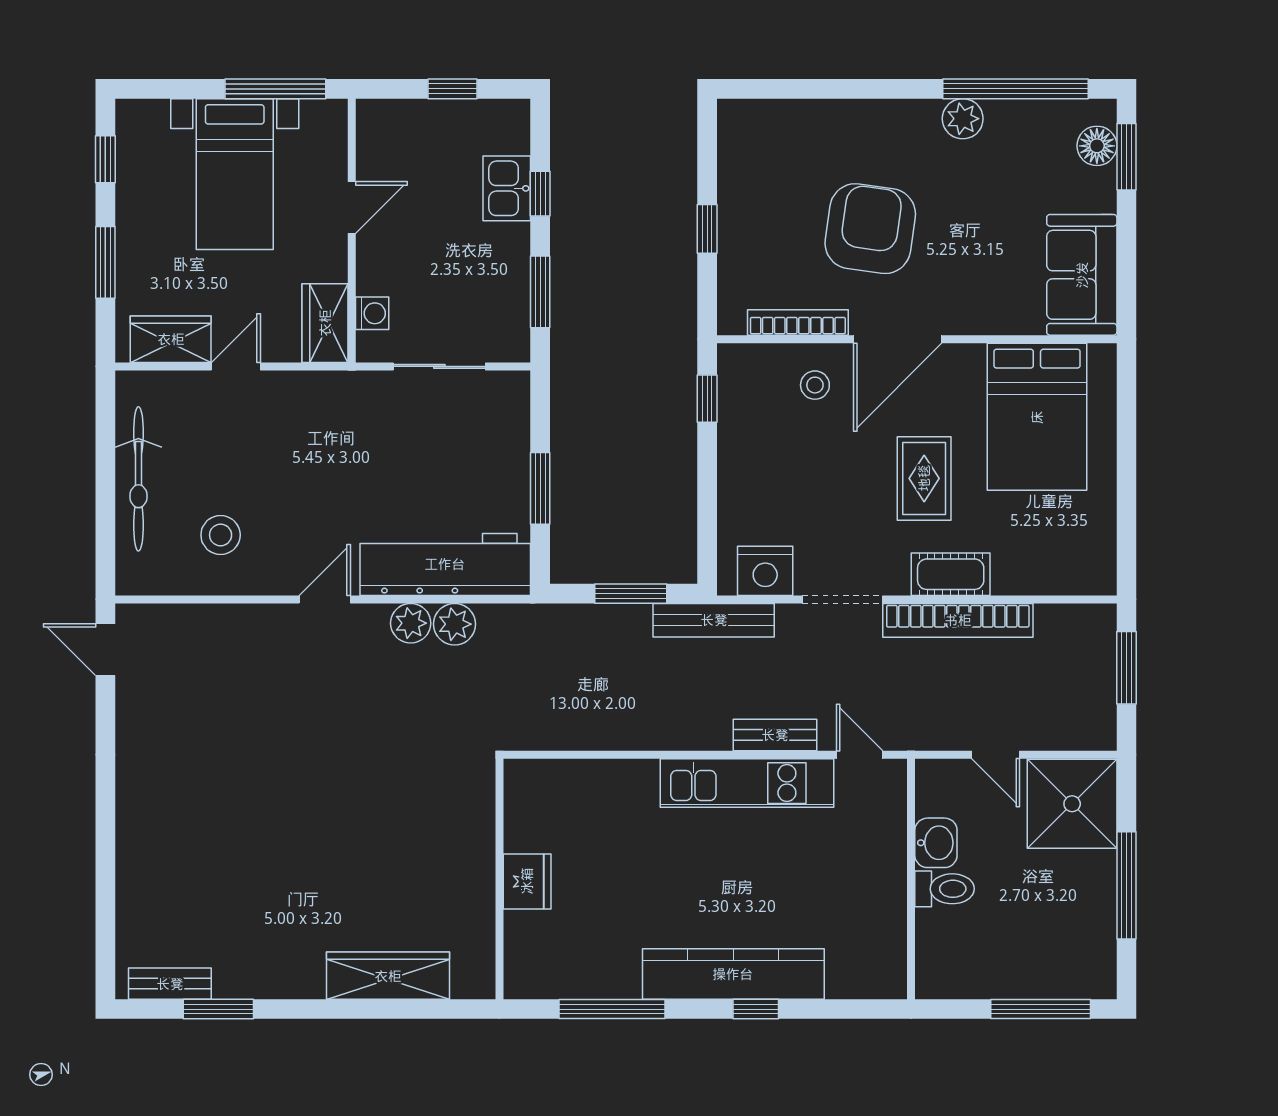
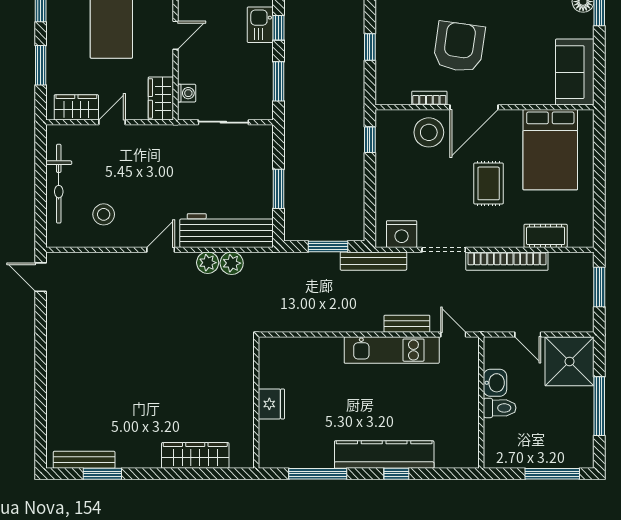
bookcase: (798, 322) -> (429, 98), width x0.64
stool: (815, 385) -> (429, 132), width x1.89, depth x1.89
cot: (951, 574) -> (546, 236), moved
bench: (170, 984) -> (84, 460), width x1.36

